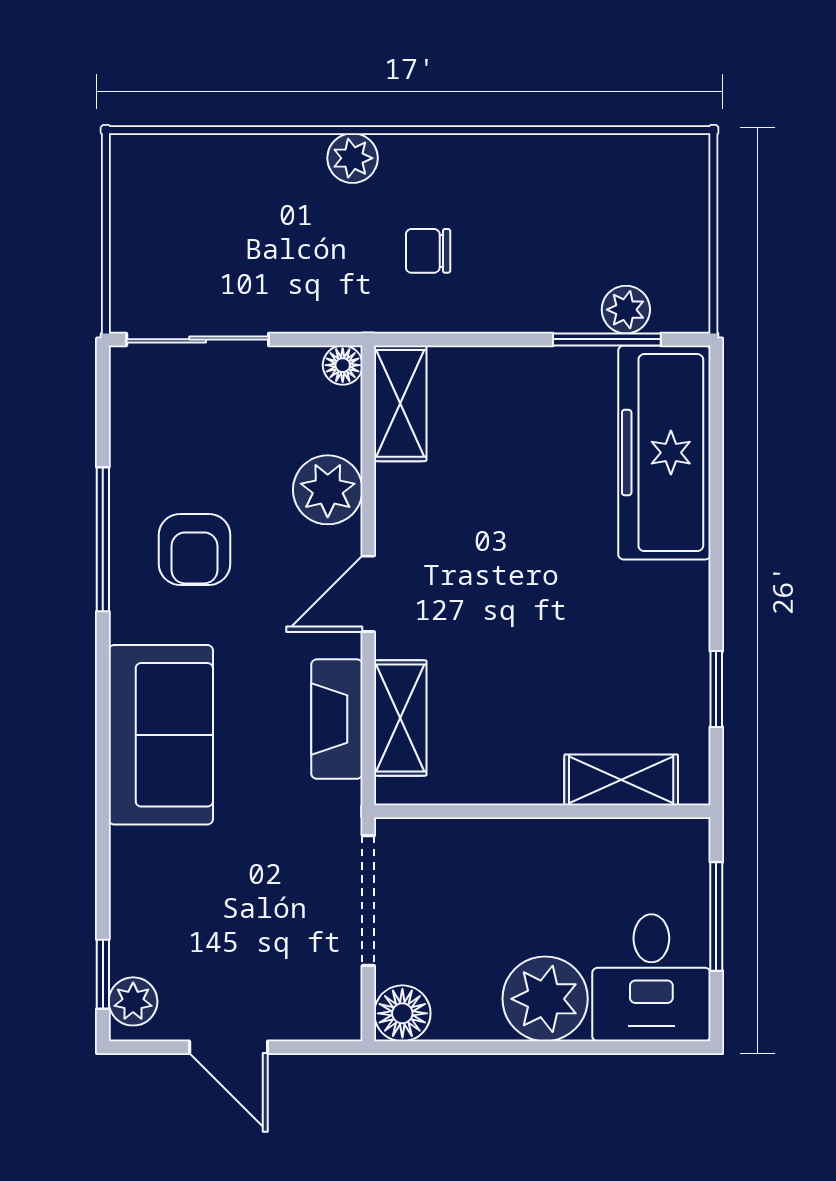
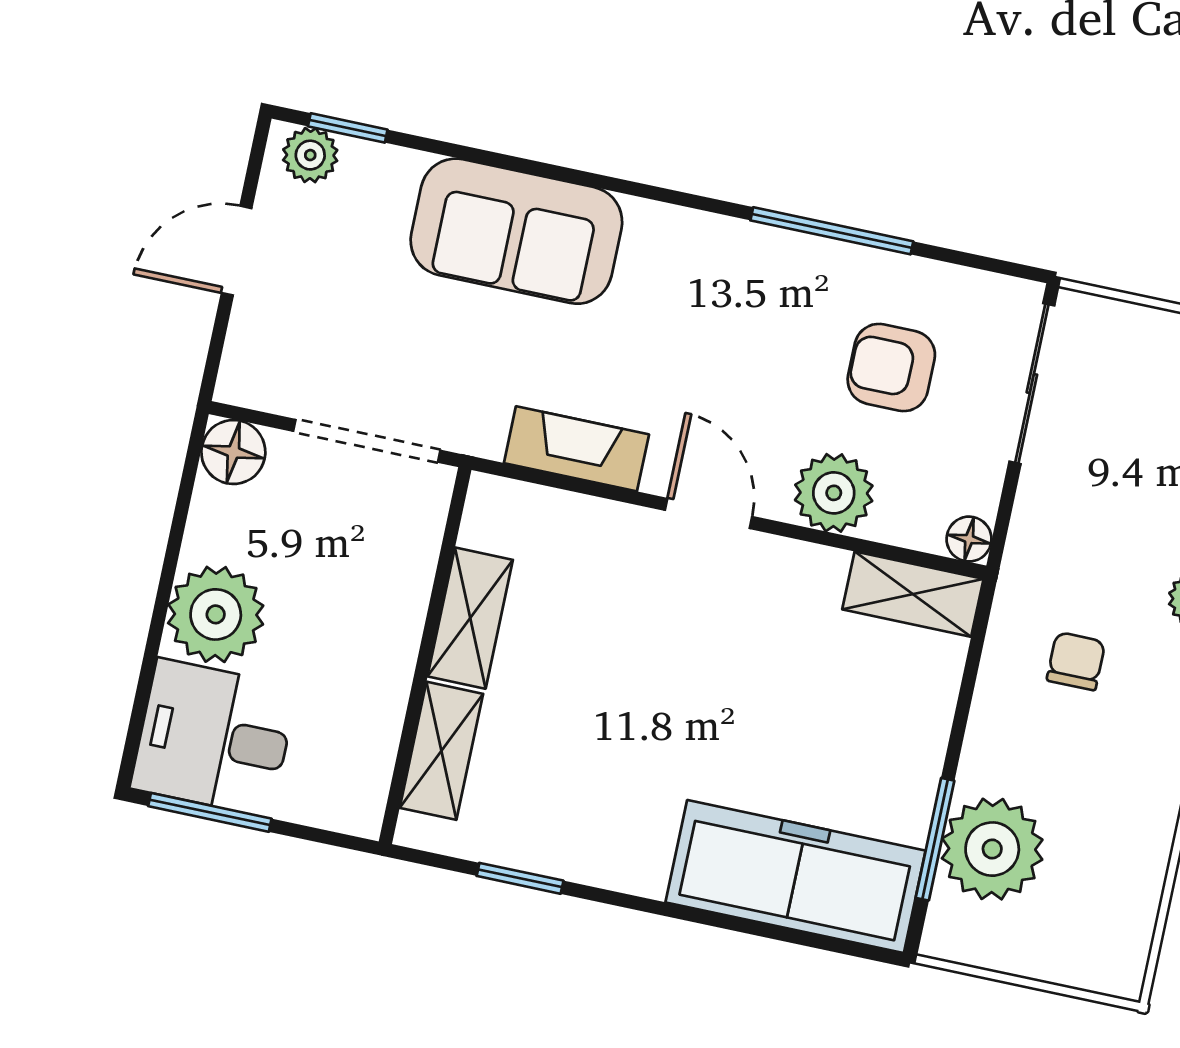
plant: (626, 310) -> (992, 849), width x1.88, depth x1.88
armchair: (195, 549) -> (891, 368), moved
shelving: (400, 718) -> (470, 618), moved, turned 90
sofa: (161, 735) -> (516, 231), moved
window: (716, 917) -> (210, 812), moved

